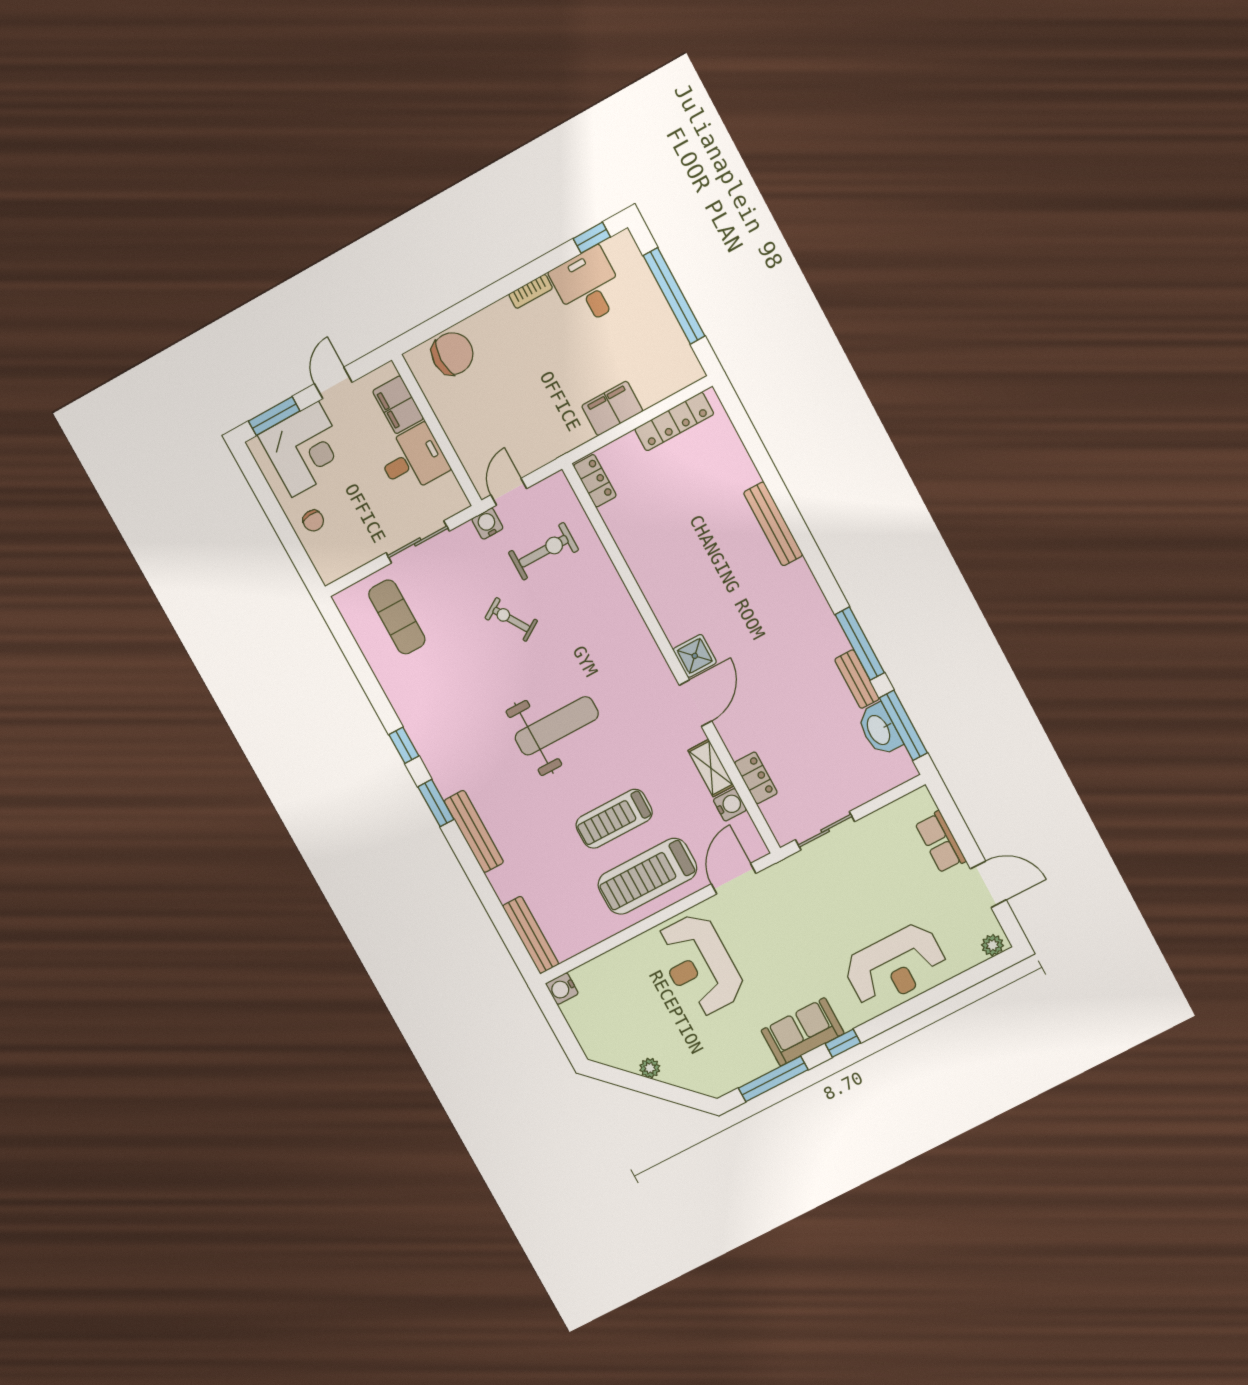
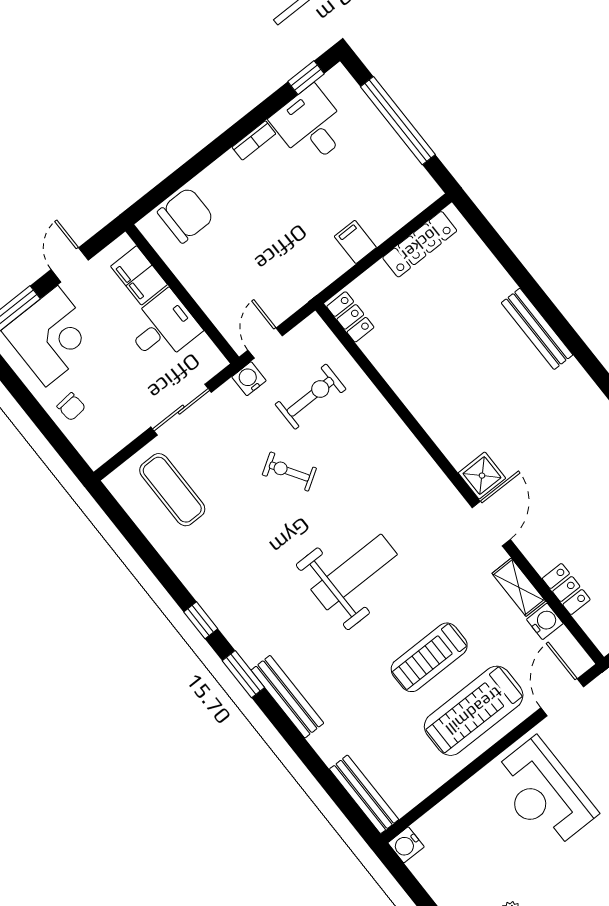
filing cabinet: (612, 408) -> (355, 242), width x0.50

